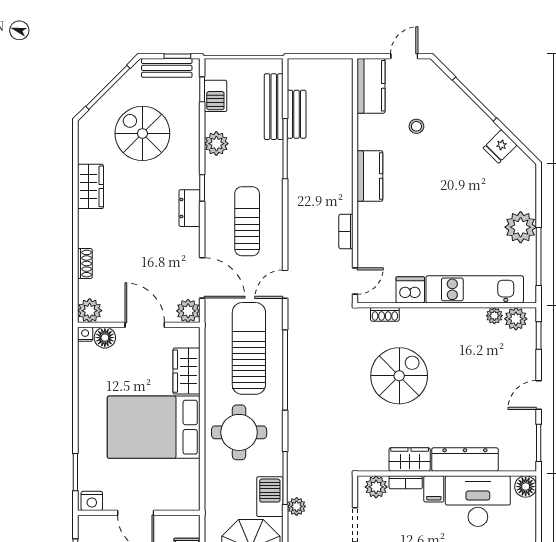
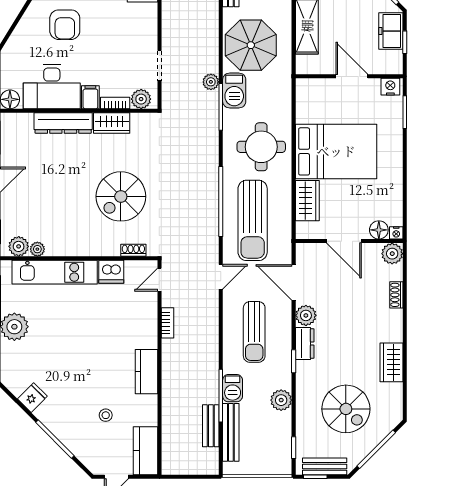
barbecue: (215, 96) -> (233, 388), moved, turned 180
plant: (188, 311) -> (306, 315), moved

